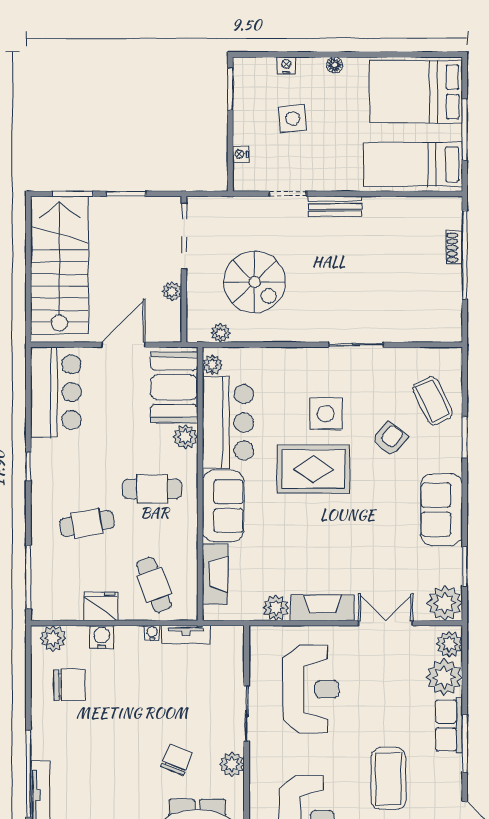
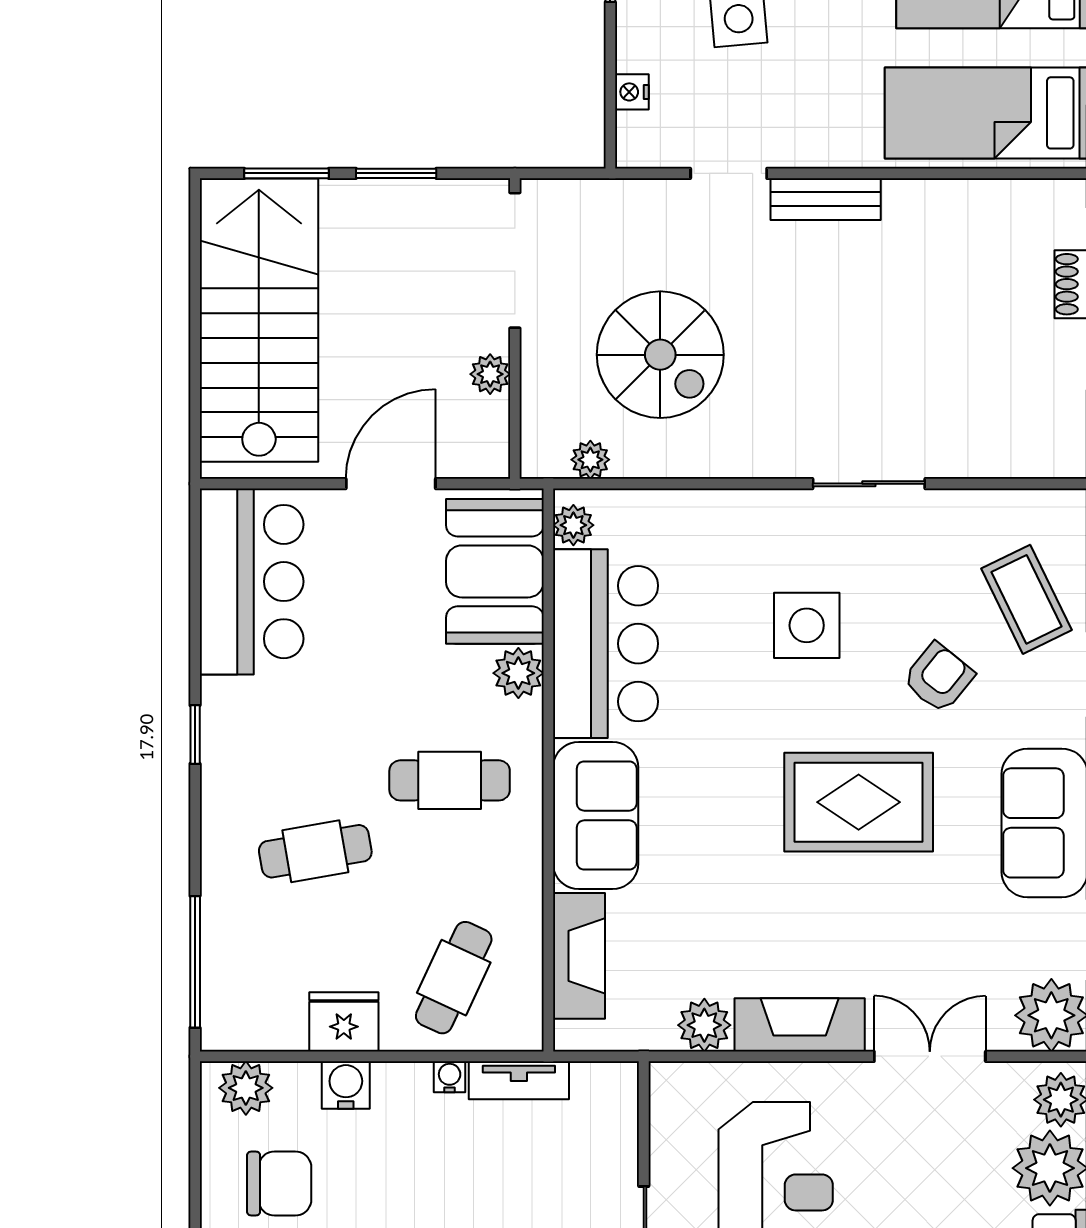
rug: (313, 469) -> (859, 802), moved
cafe table: (154, 585) -> (454, 978), turned 46

